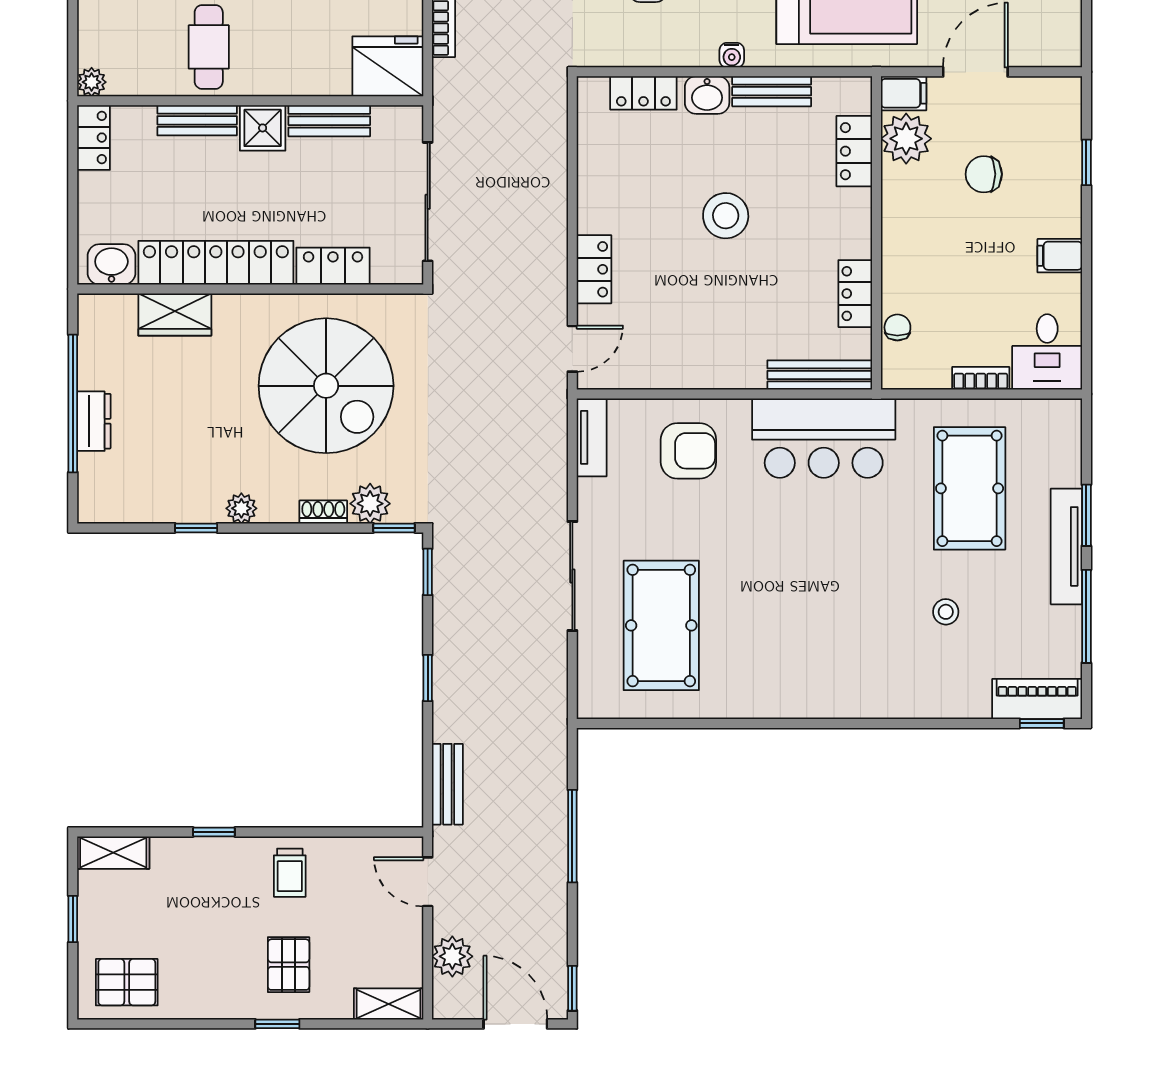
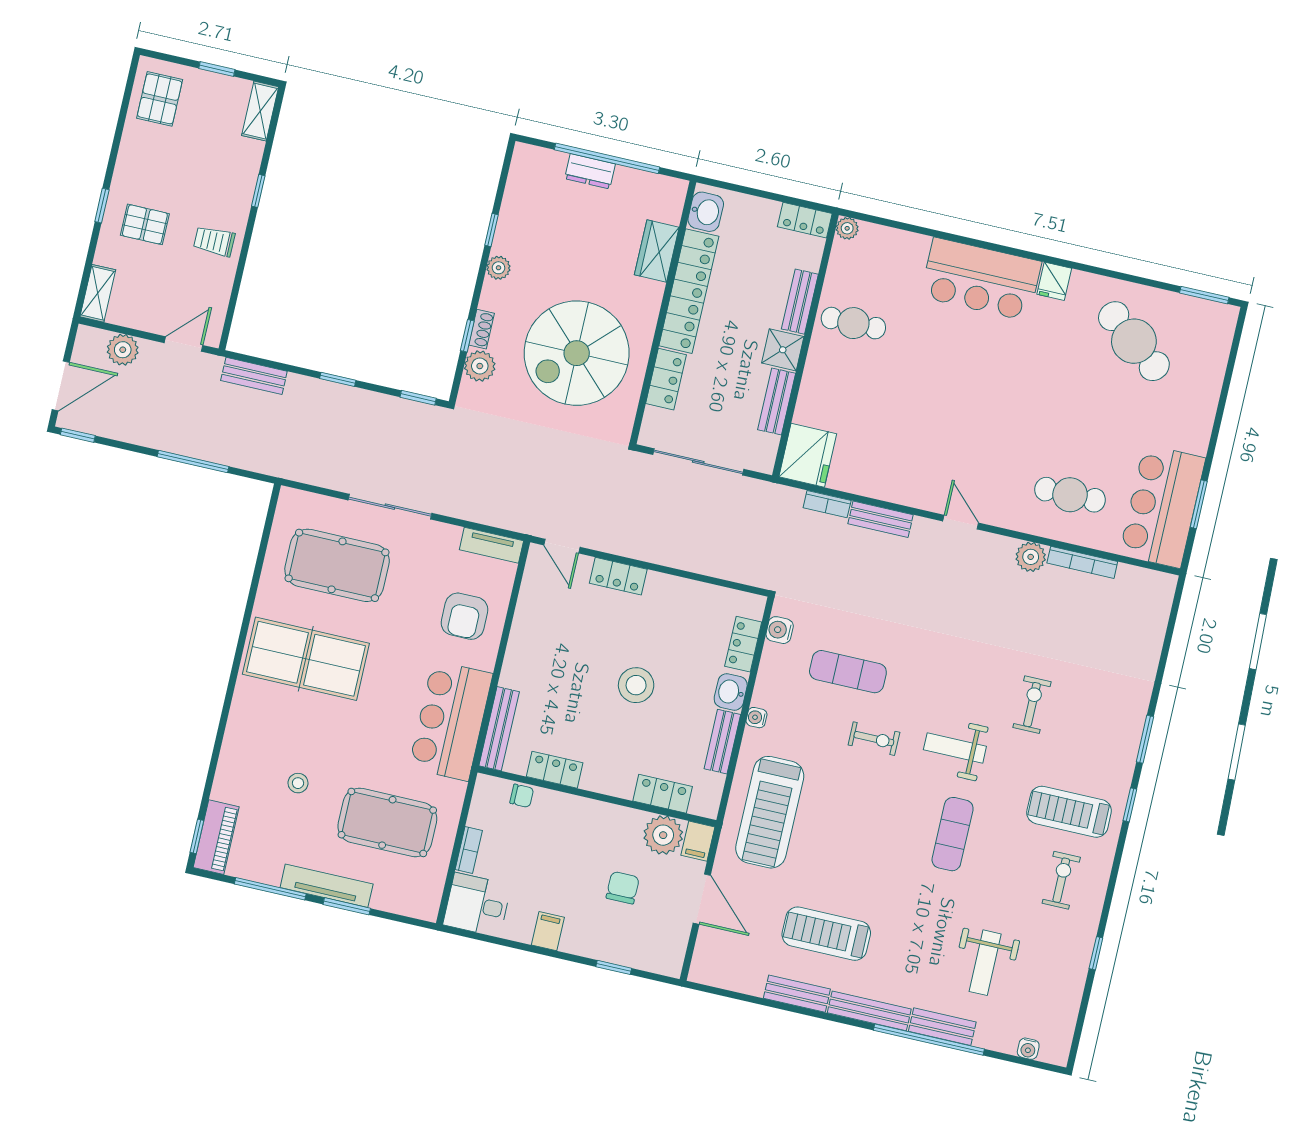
water cooler: (615, 51) -> (780, 630), added
window: (394, 528) -> (467, 336), moved
table tennis table: (787, 638) -> (306, 659), added

